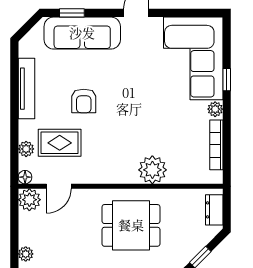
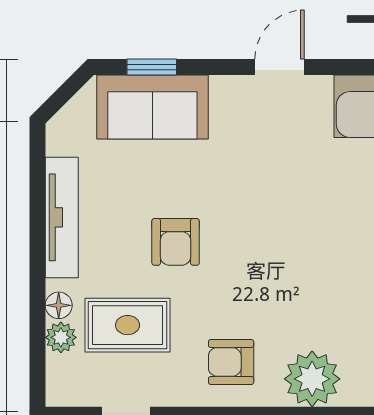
sofa: (82, 33) -> (152, 107), width x0.73
armchair: (112, 161) -> (231, 362), added
floor lamp: (25, 177) -> (59, 305), moved

